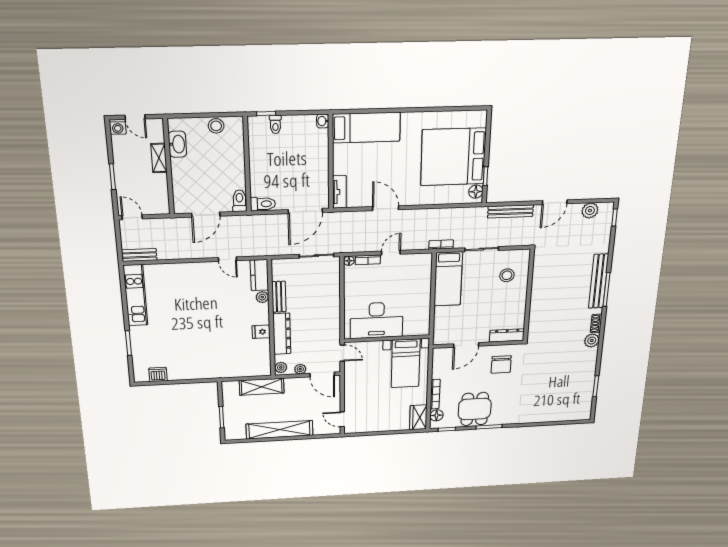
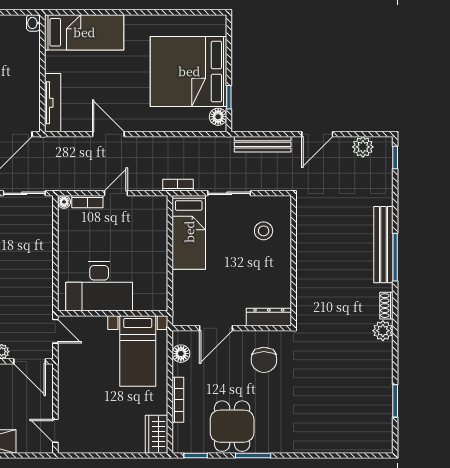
tv unit: (339, 192) -> (53, 103), width x1.41
floor lamp: (436, 415) -> (181, 354), moved

